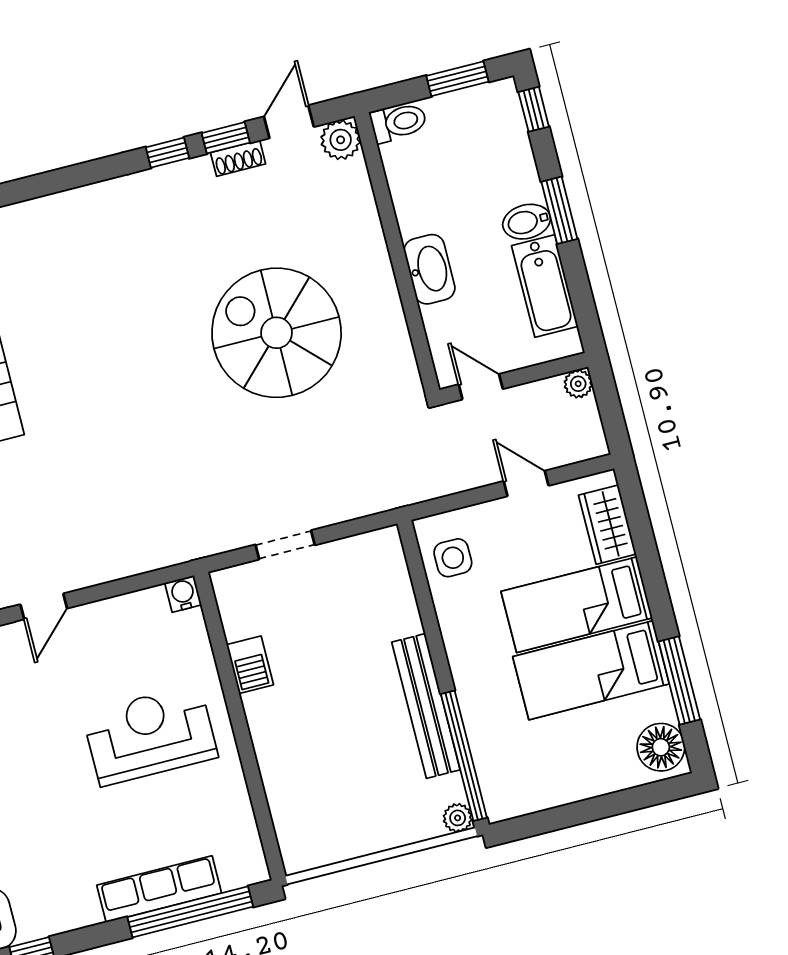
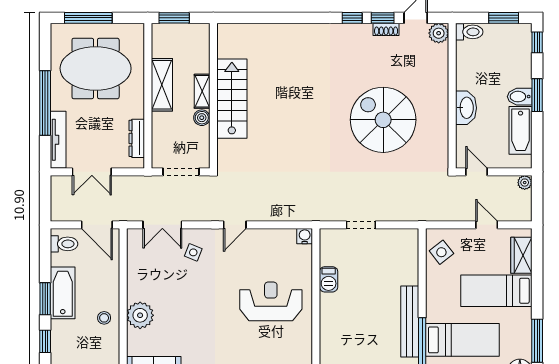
side table: (453, 558) -> (441, 252), turned -38
bed: (591, 670) -> (462, 340), moved, turned 180

